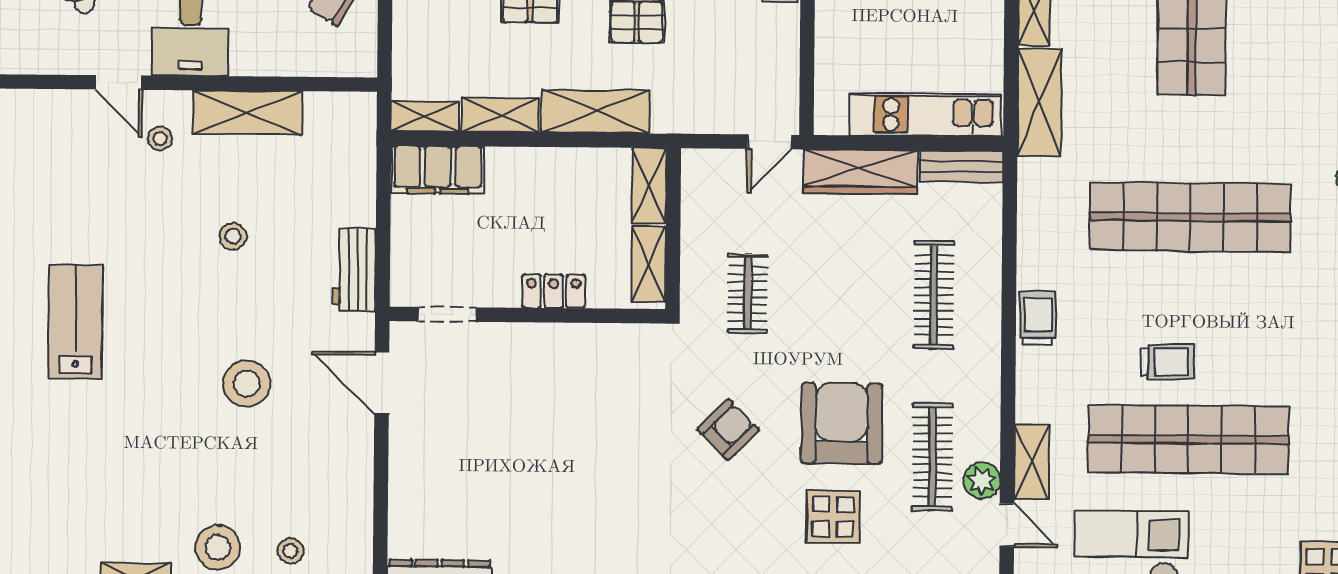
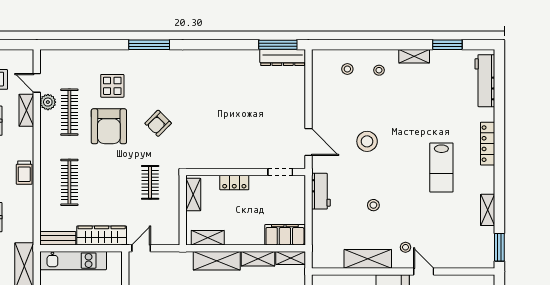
shelving: (649, 186) -> (208, 238), moved, turned 90
stool: (218, 547) -> (379, 70), width x0.53, depth x0.53

